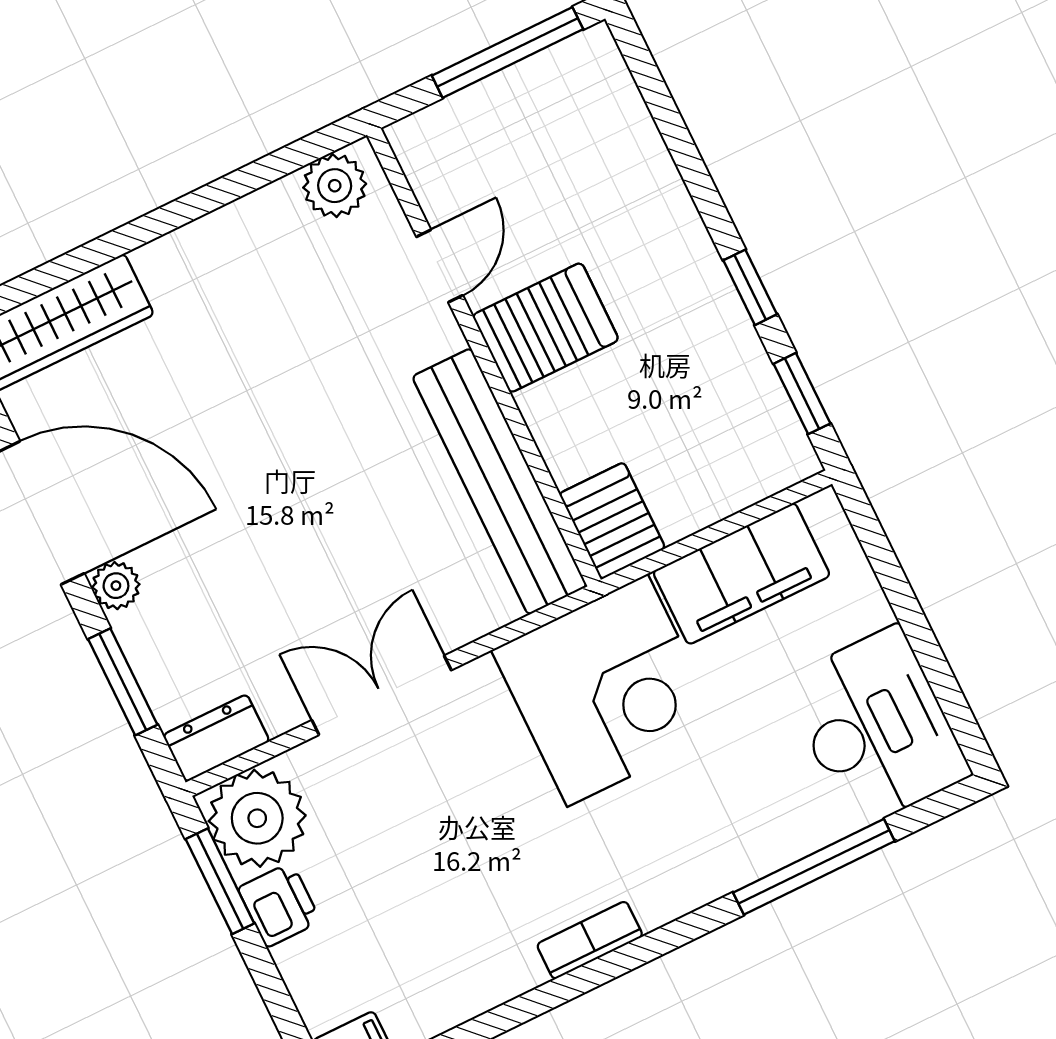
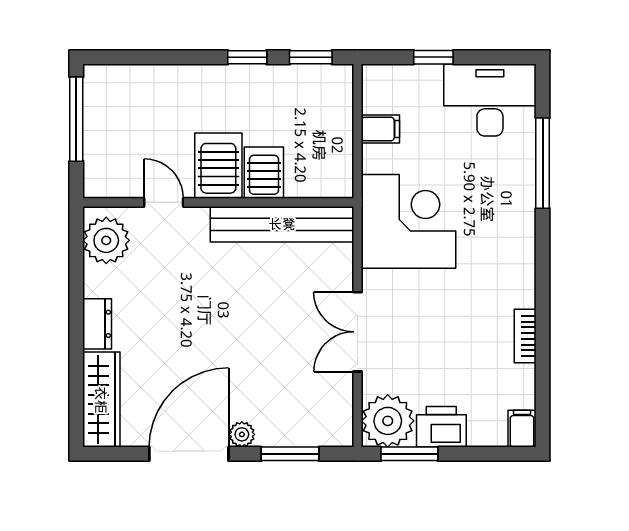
plant: (335, 186) -> (106, 240), width x1.36, depth x1.36
server rack: (612, 521) -> (264, 173), moved, turned 90
filing cabinet: (741, 574) -> (380, 129), width x0.33, depth x0.86
window: (902, 598) -> (433, 57), added
dresser: (216, 738) -> (97, 324), moved, turned 180
printer: (279, 905) -> (441, 427), width x1.36, depth x1.24
bookcase: (590, 940) -> (525, 336), moved

